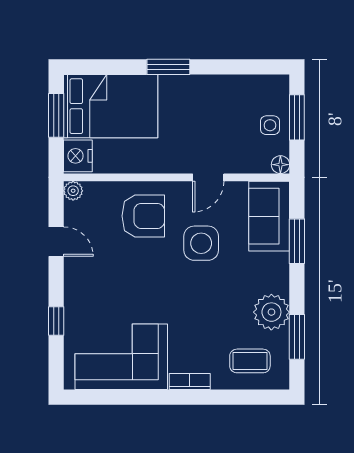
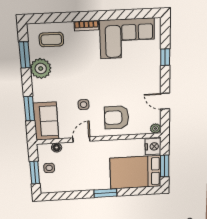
floor lamp: (280, 165) -> (57, 148), moved
side table: (201, 243) -> (84, 105), width x0.54, depth x0.54

